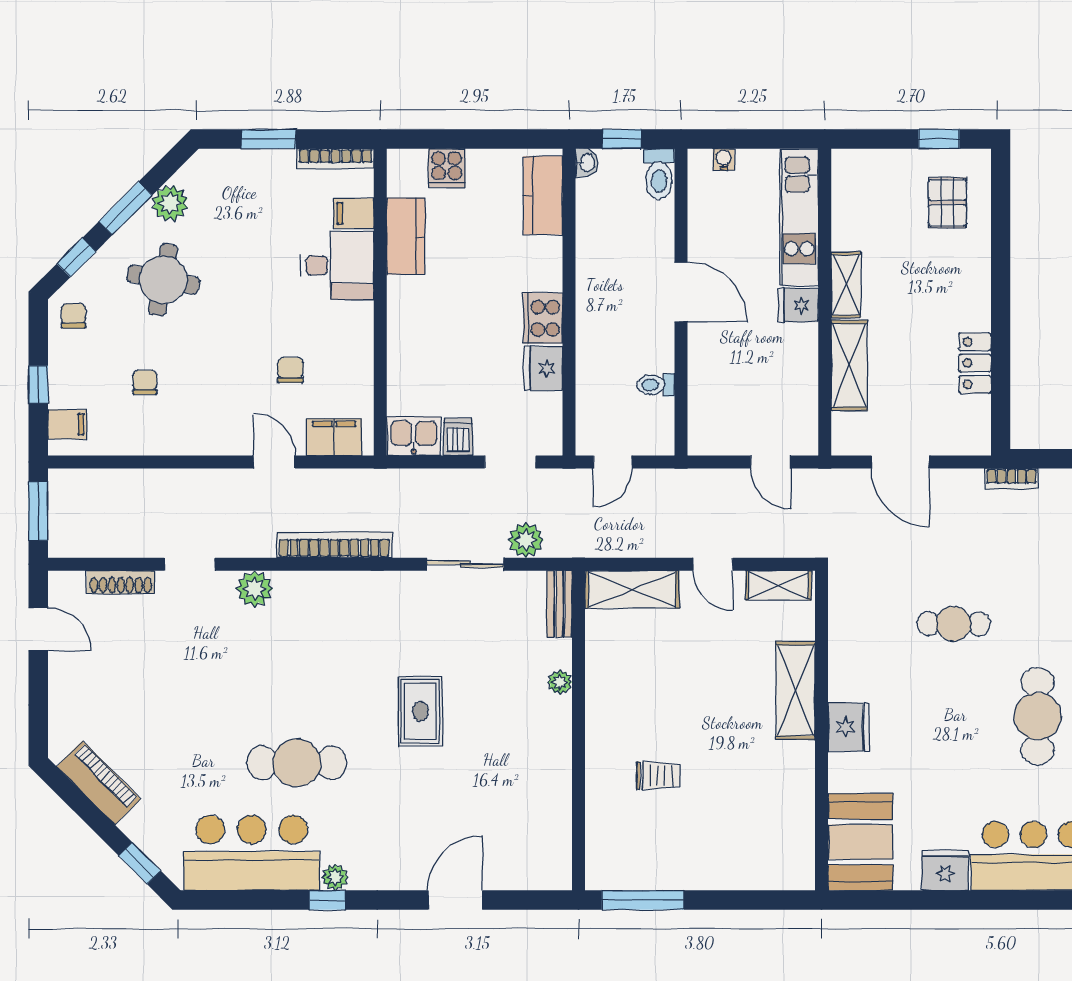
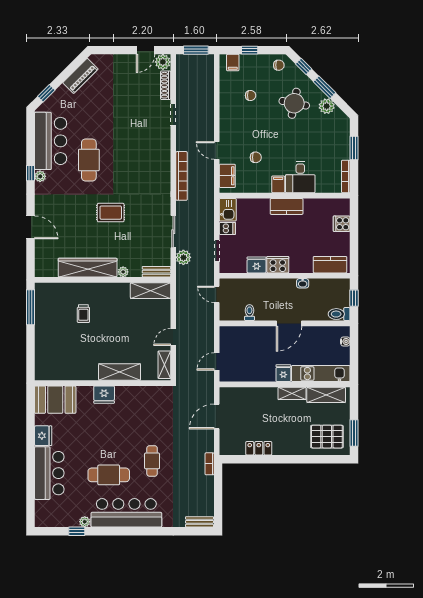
window: (939, 139) -> (354, 433), width x1.50
washbasin: (587, 163) -> (303, 283), moved
pallet: (947, 203) -> (327, 437), width x1.50, depth x1.42
filing cabinet: (354, 213) -> (278, 184), moved
kitchen counter: (406, 236) -> (287, 206), moved
shelving: (849, 365) -> (326, 395), moved
door: (274, 462) -> (217, 150), swing flipped
plant: (255, 589) -> (163, 62), moved
shelving: (632, 589) -> (151, 291), moved, turned 90
cafe table: (954, 624) -> (152, 461), moved
wardrobe: (550, 766) -> (88, 268), added

